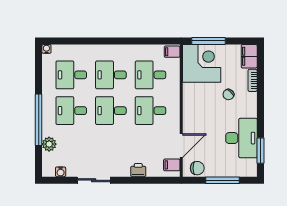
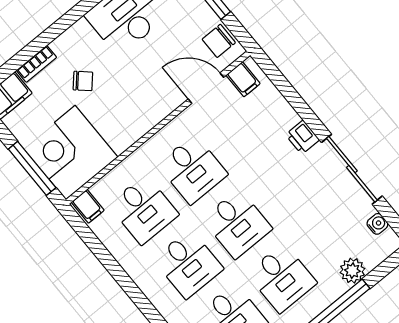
chair: (197, 168) -> (219, 41), turned -90
printer: (138, 170) -> (302, 137), moved
sliding door: (94, 180) -> (352, 169), width x1.37

